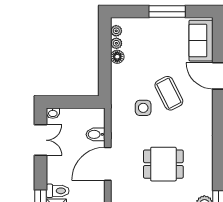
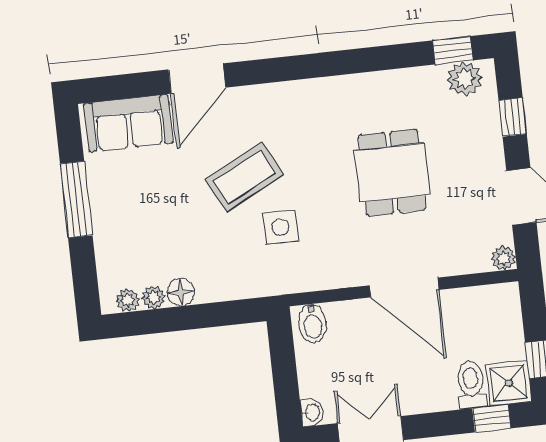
bidet: (95, 134) -> (312, 323), moved

